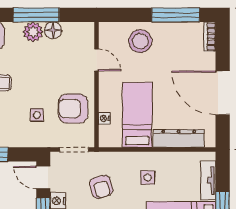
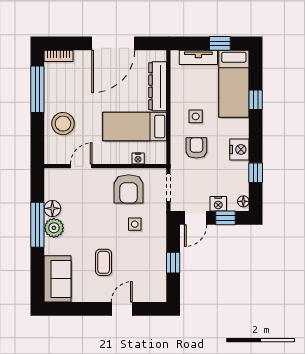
armchair: (101, 187) -> (196, 148), moved, turned -73

